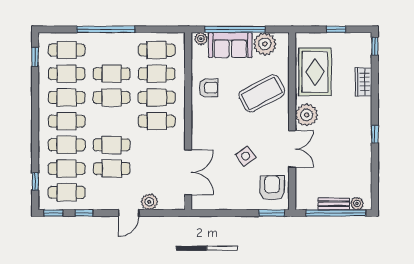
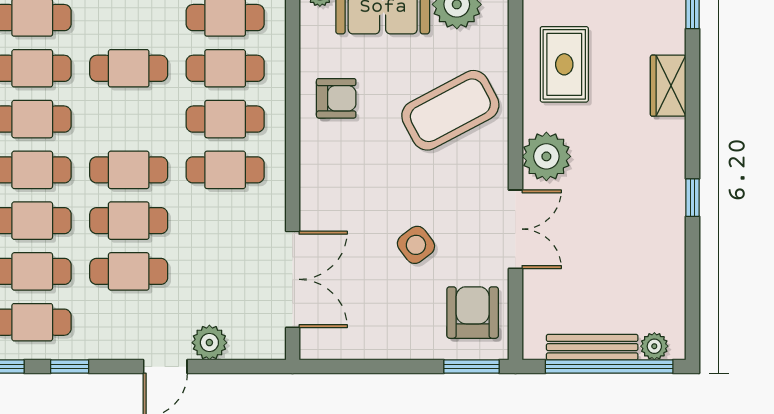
rug: (315, 72) -> (564, 64), width x0.73, depth x0.70
cafe table: (112, 97) -> (129, 170), moved
bench: (334, 204) -> (592, 347), width x1.36

